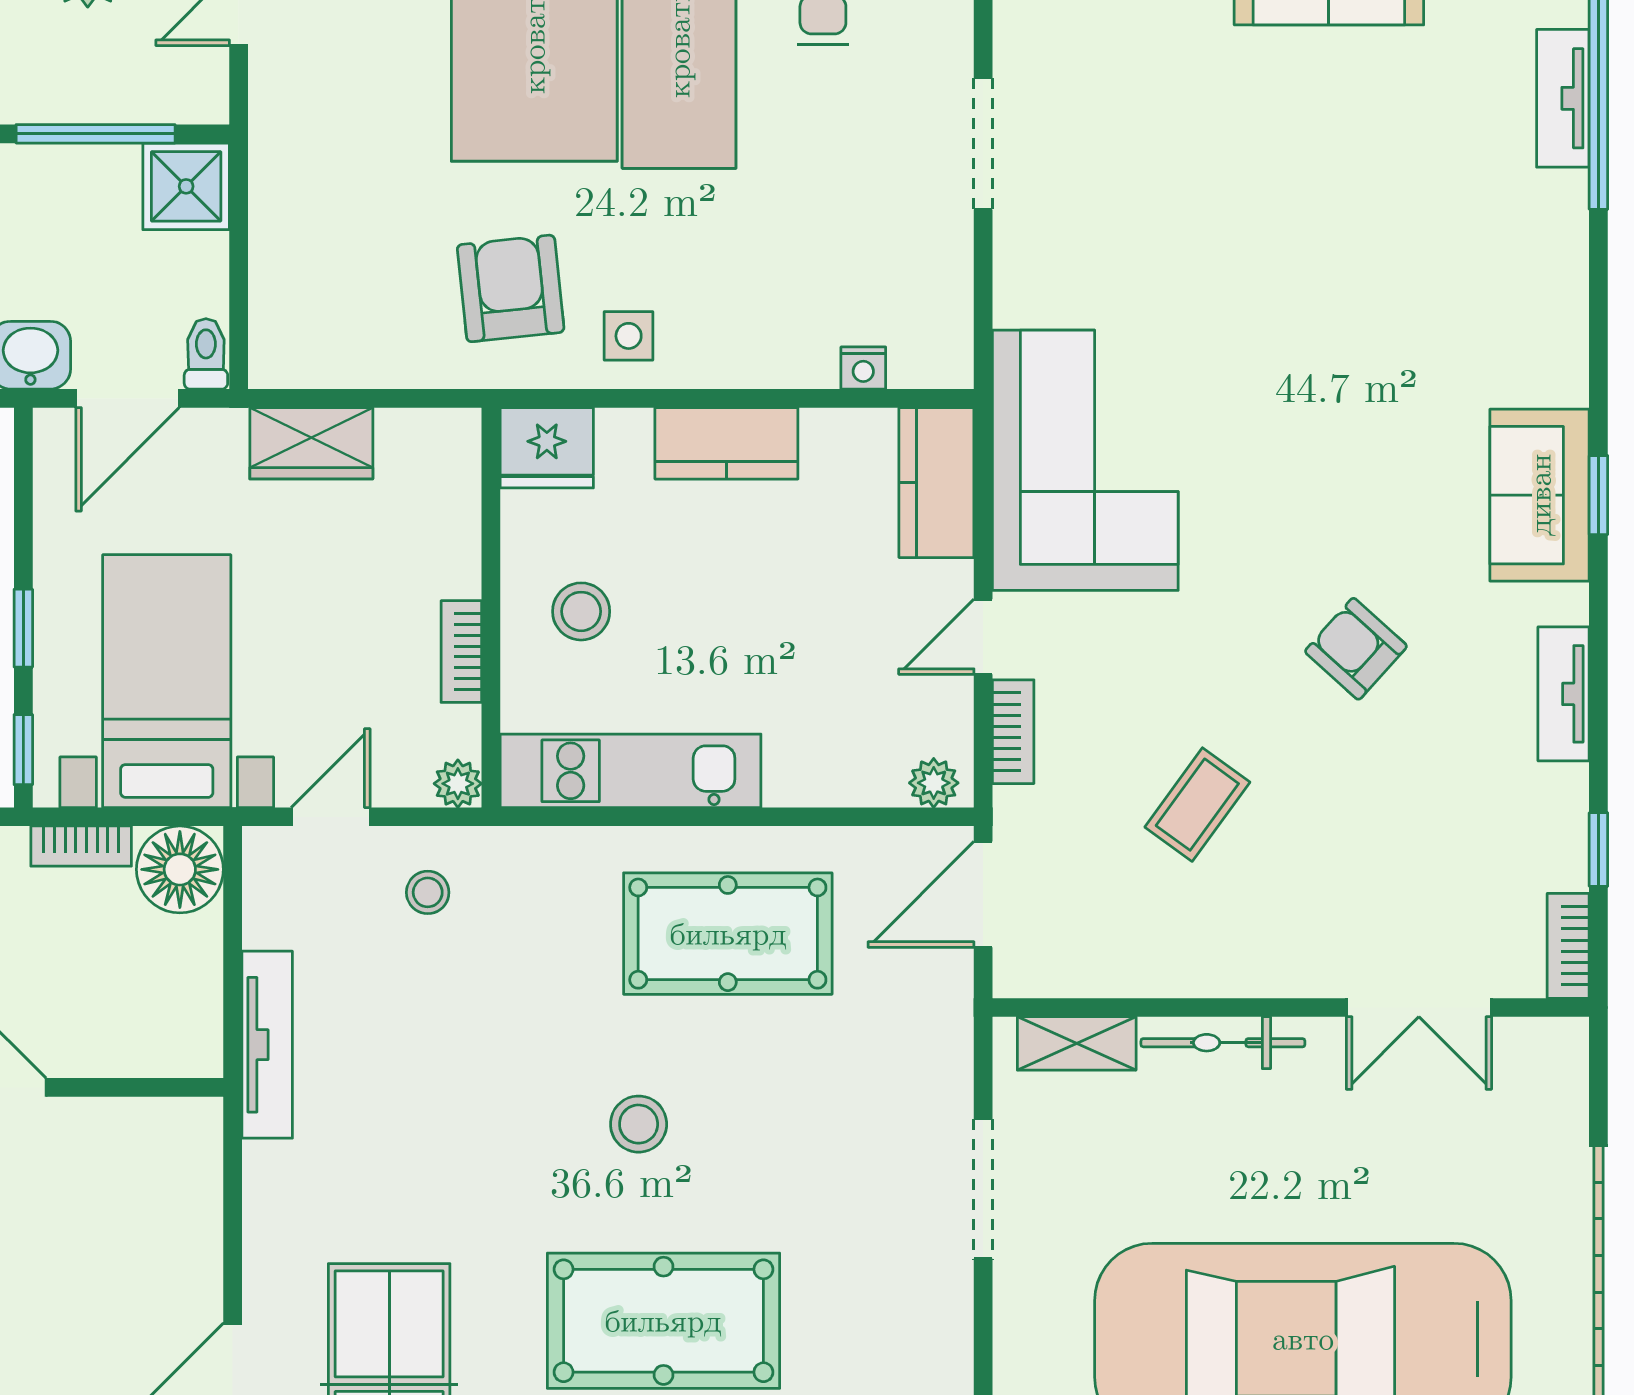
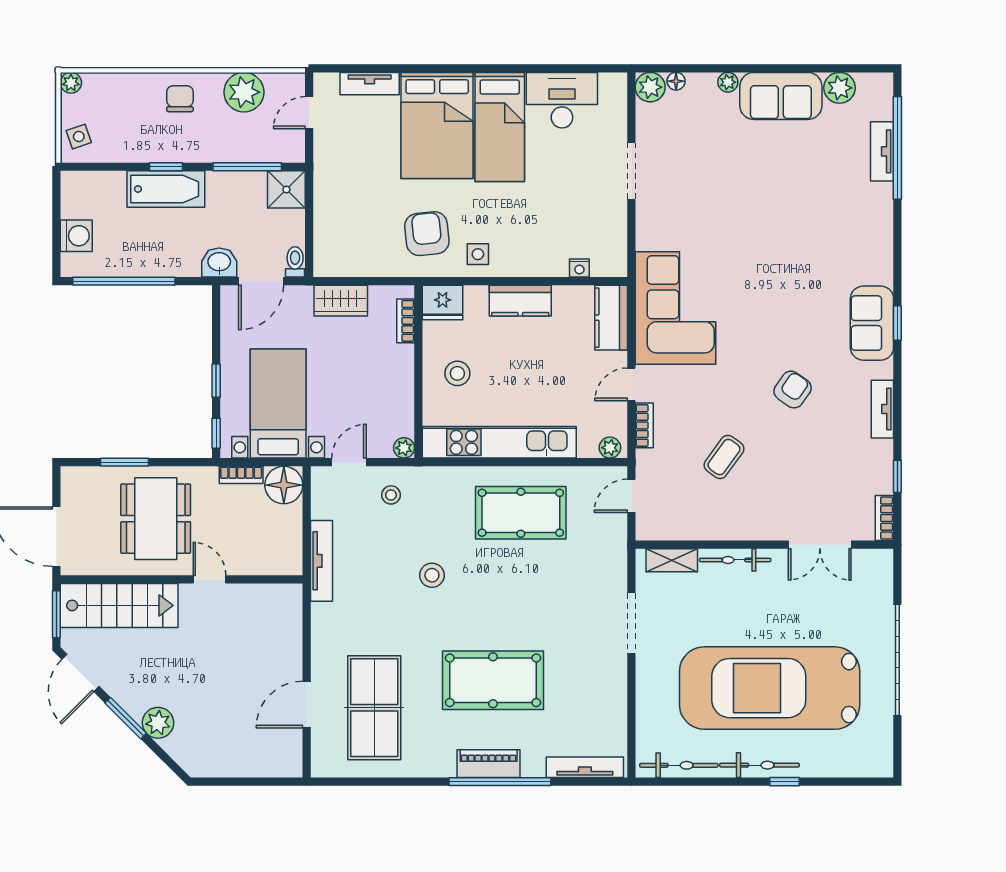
armchair: (1356, 649) -> (793, 390), turned 83
bookcase: (461, 652) -> (406, 321), moved
kitchen unit: (631, 771) -> (499, 442), width x1.36
door: (983, 894) -> (631, 496), width x0.73
stool: (639, 1124) -> (432, 575), moved

